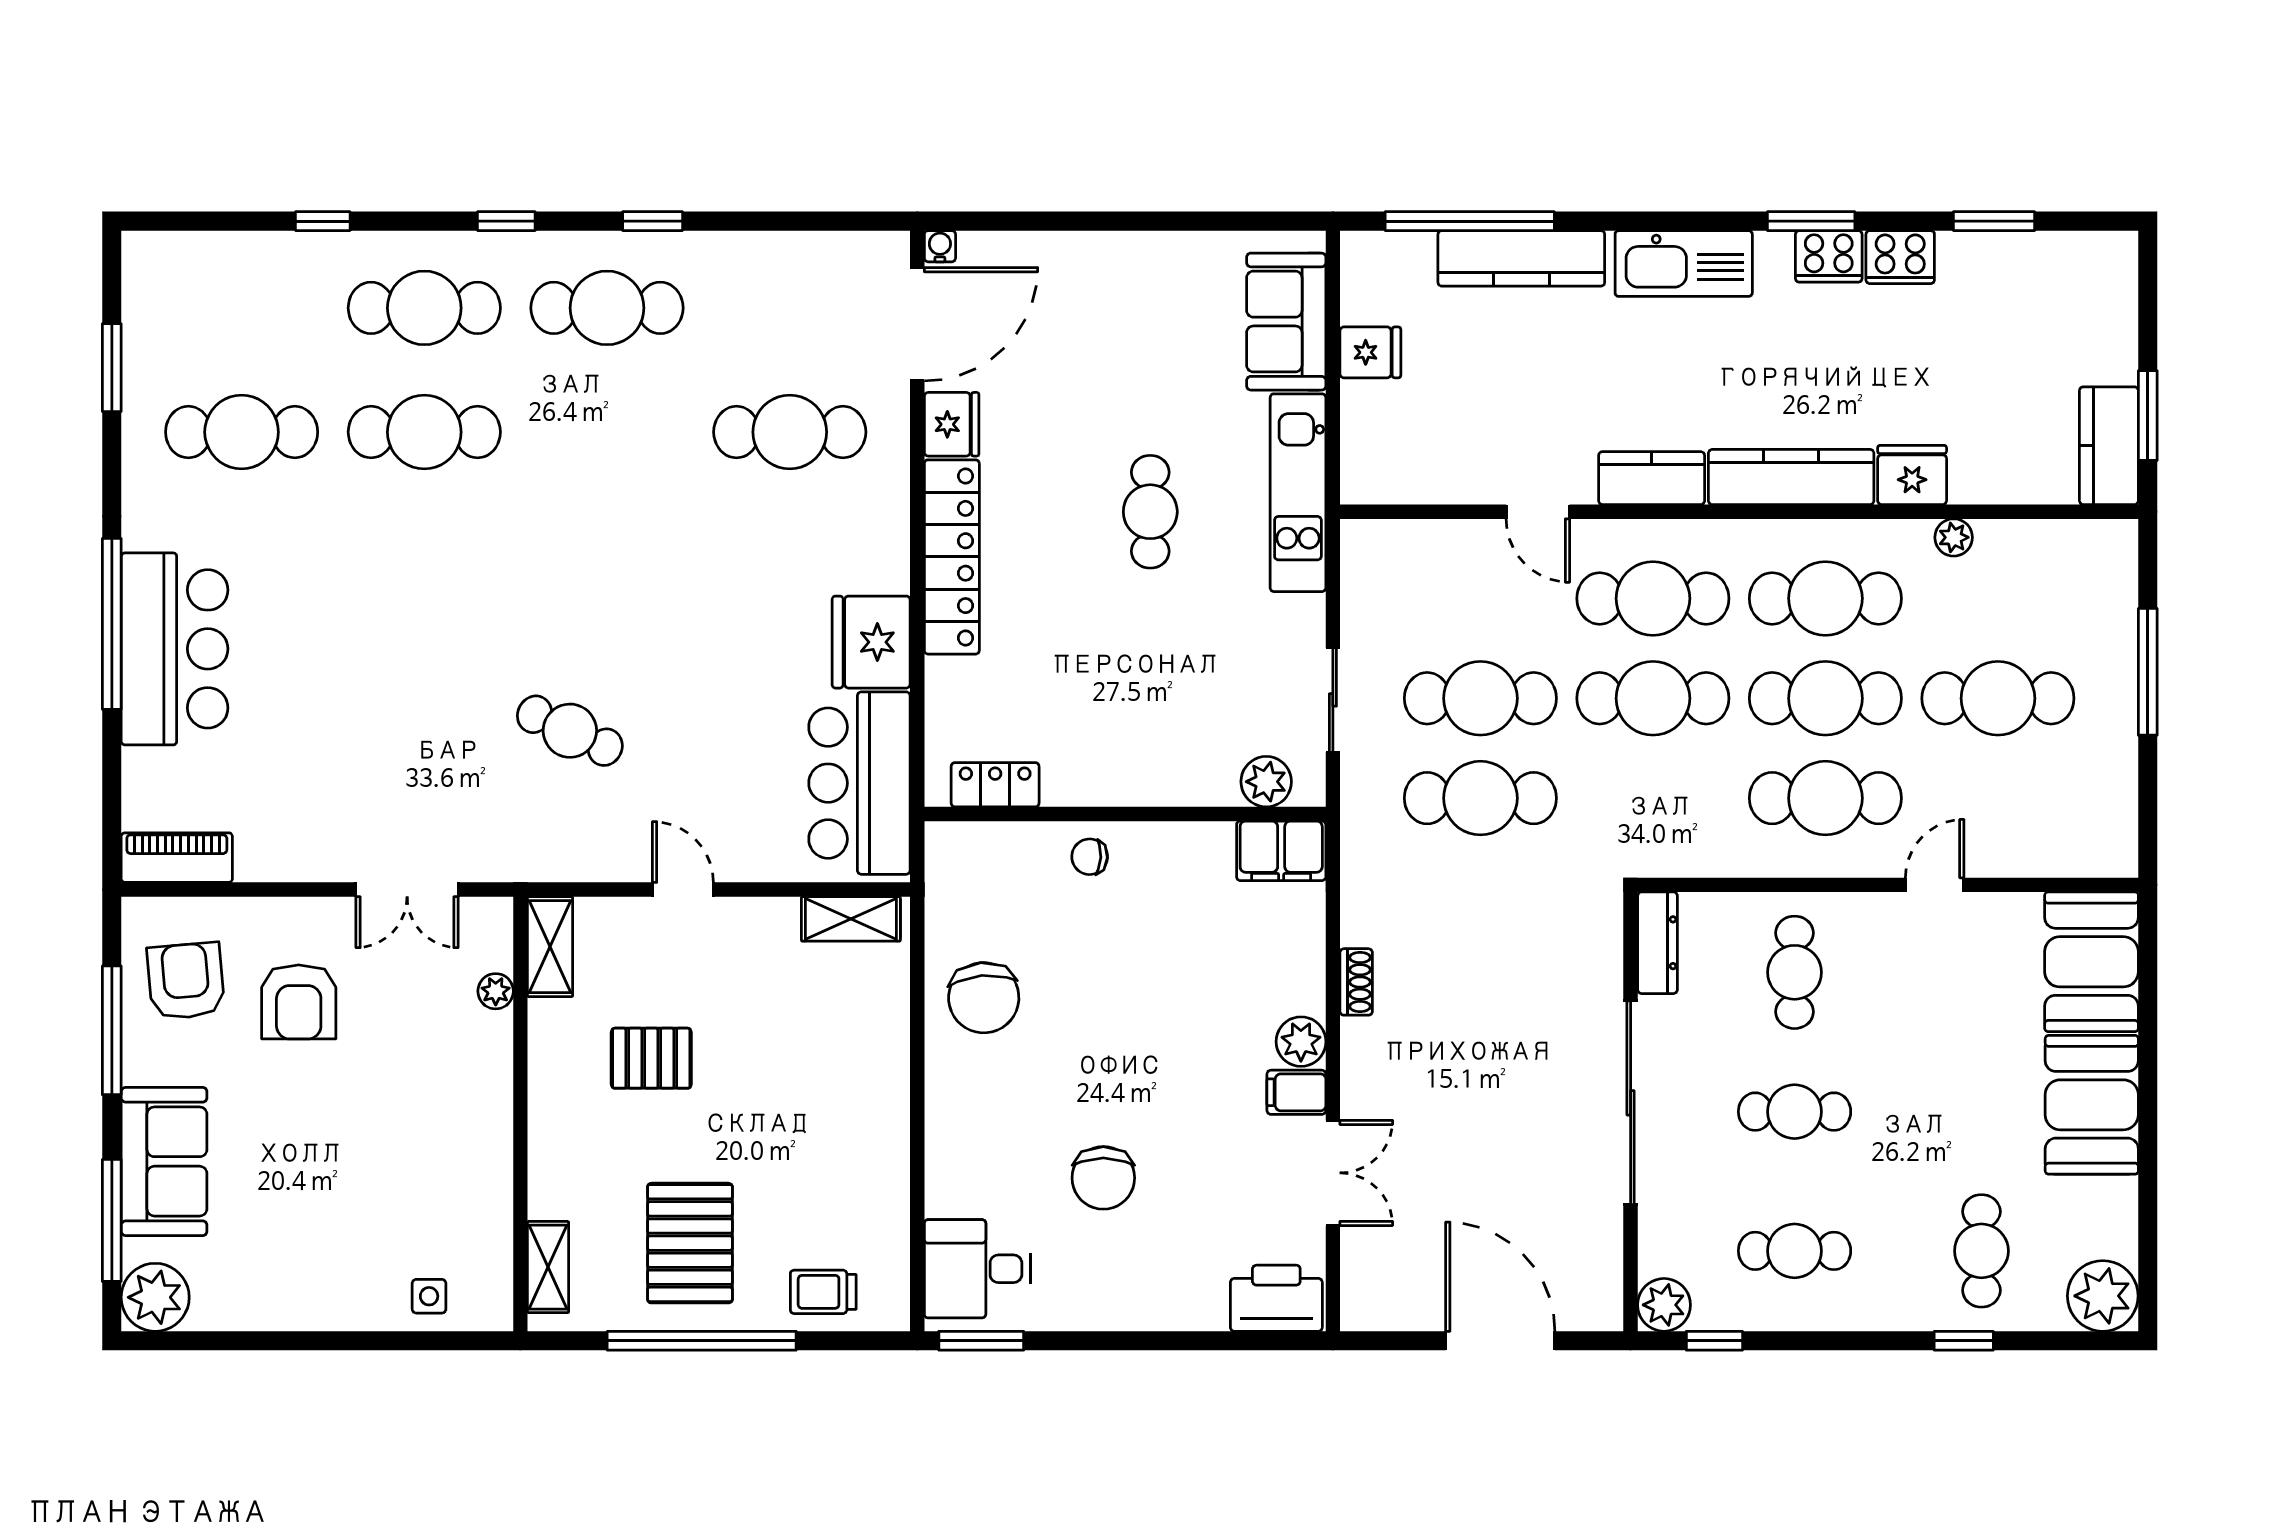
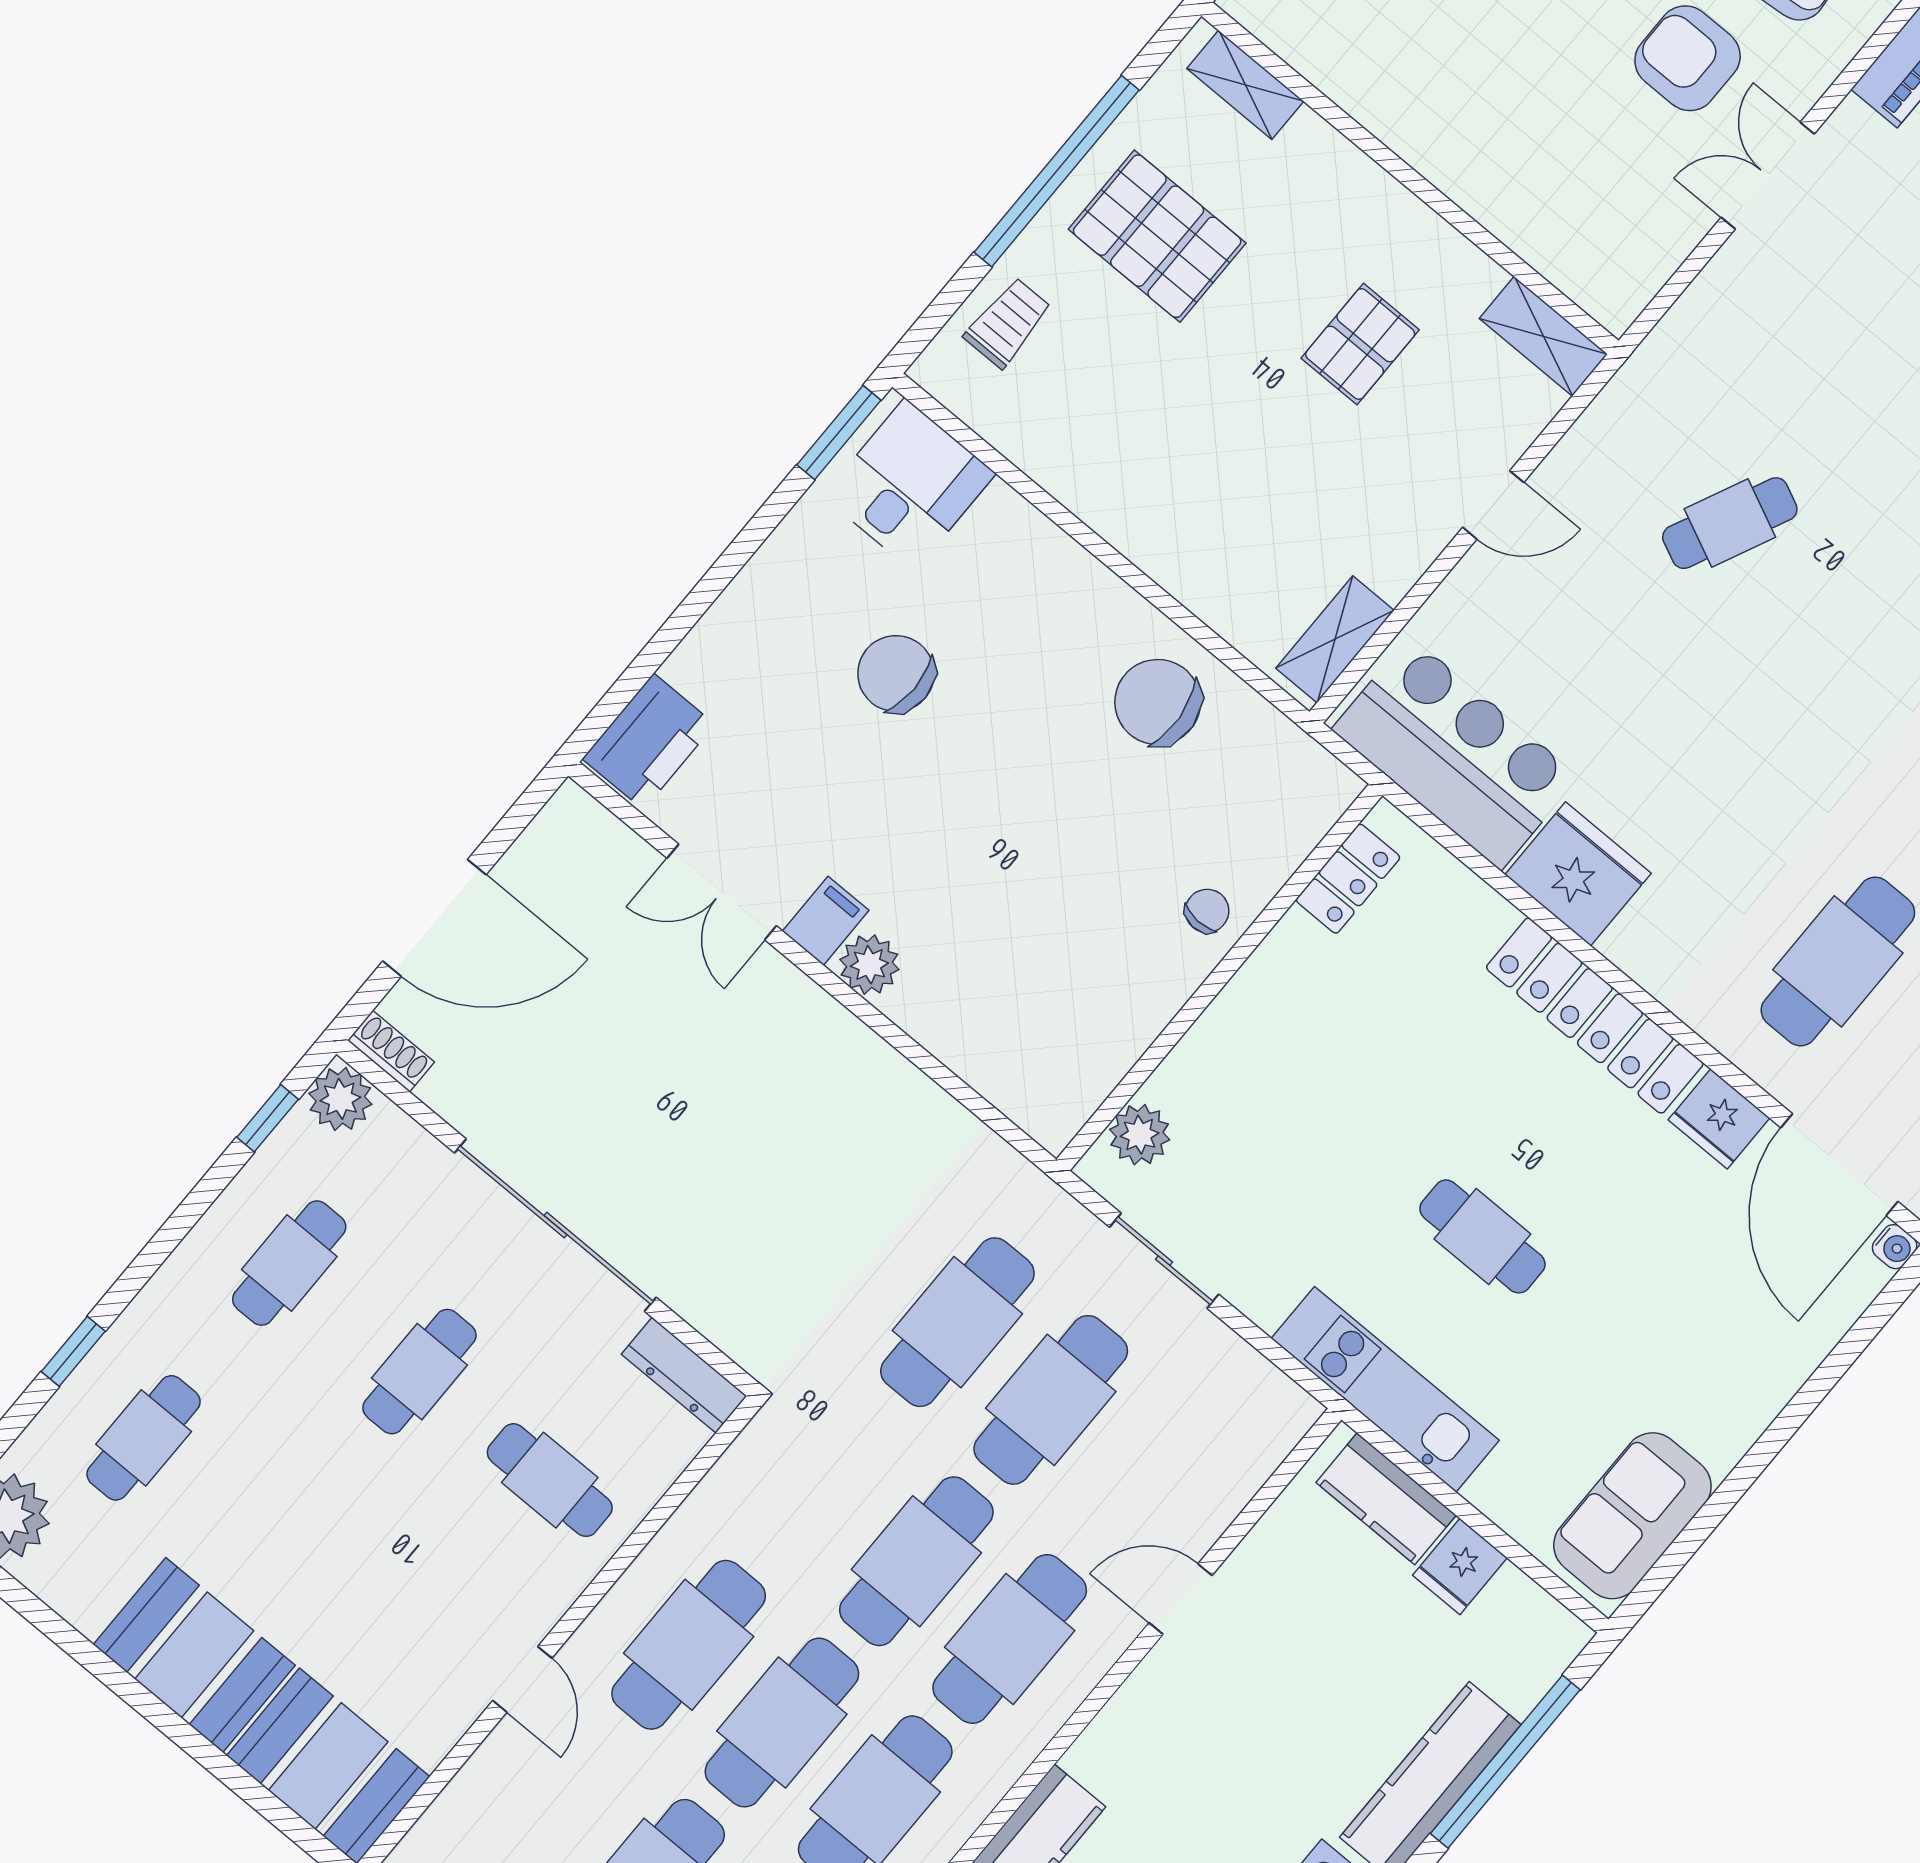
sofa: (1286, 322) -> (1632, 1516), moved, turned -90
kitchen counter: (1652, 478) -> (1386, 1499), moved, turned 90
filing cabinet: (1281, 851) -> (1063, 1095), removed
double door: (407, 890) -> (1768, 176), moved
shoe rack: (1356, 982) -> (391, 1051), moved, turned 180
plant: (496, 991) -> (1544, 251), removed
cafe table: (1981, 1251) -> (144, 1438), turned 90

